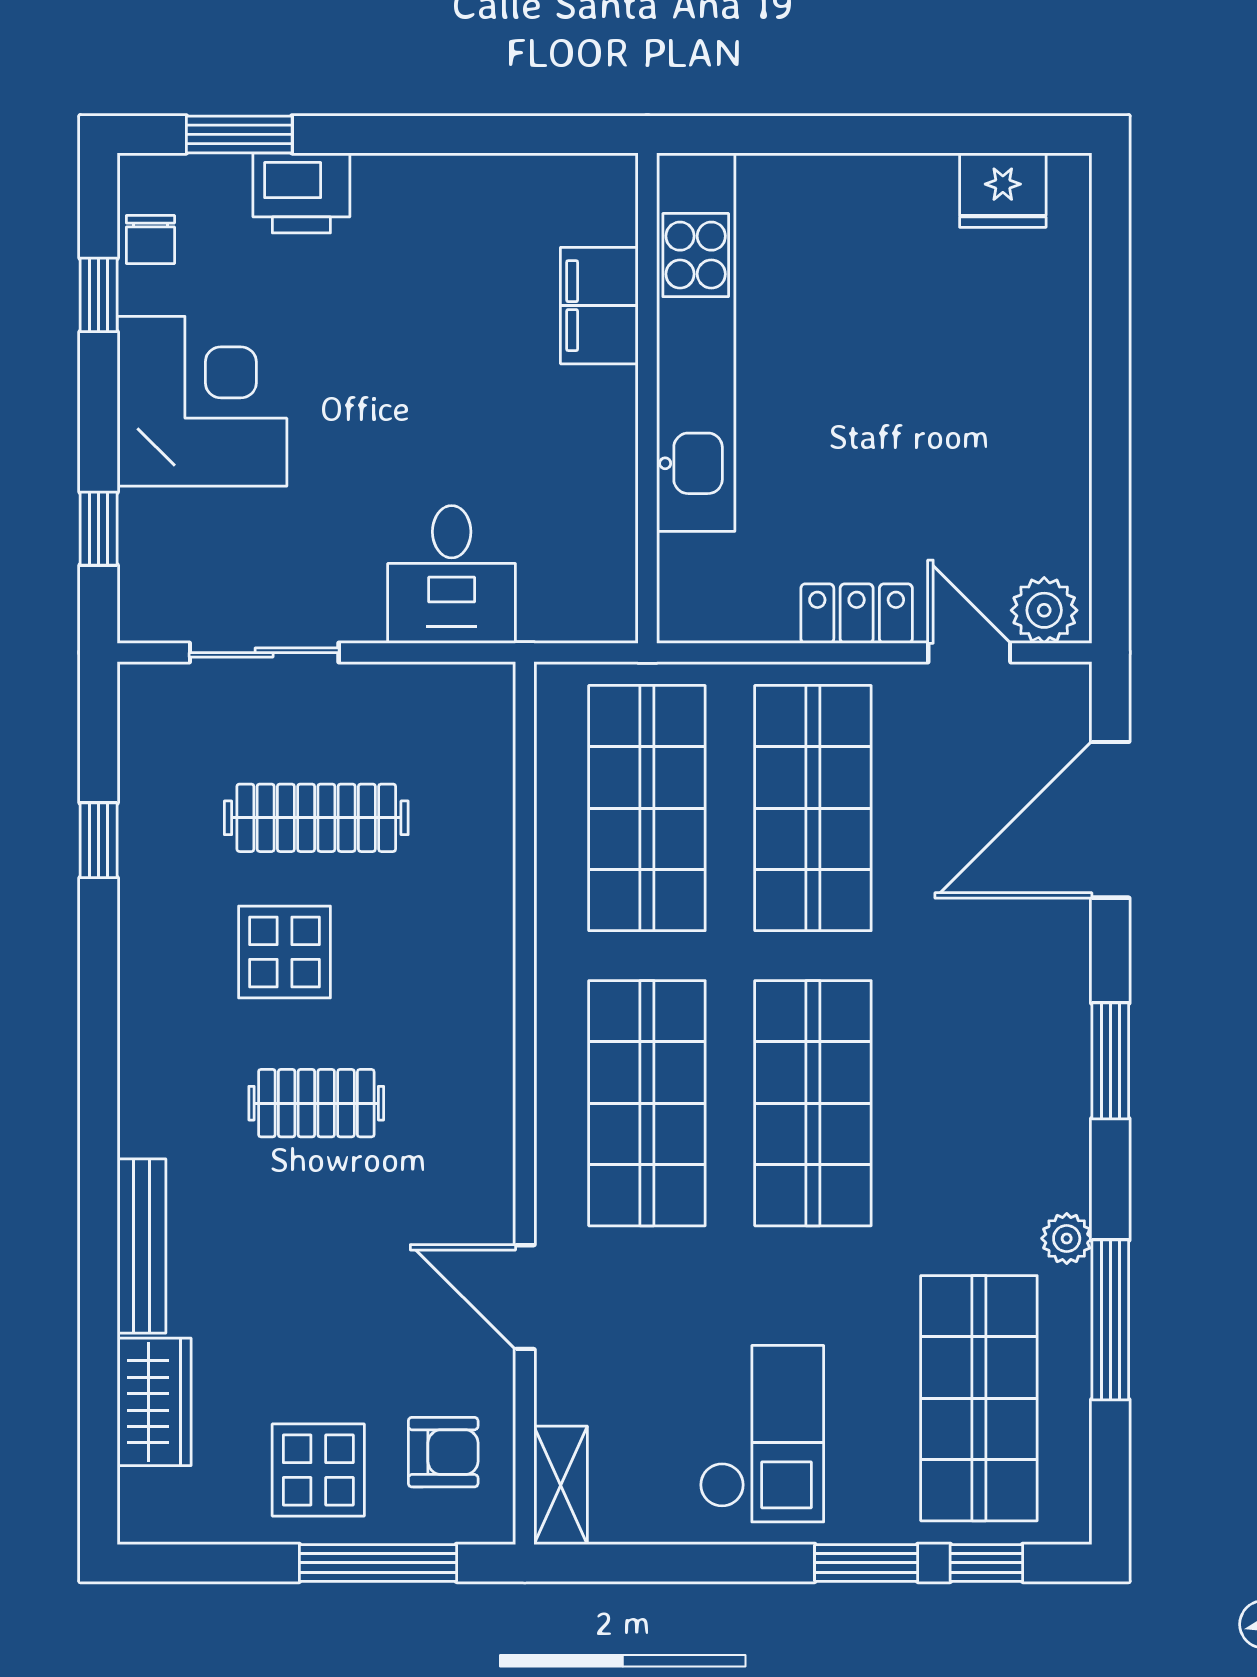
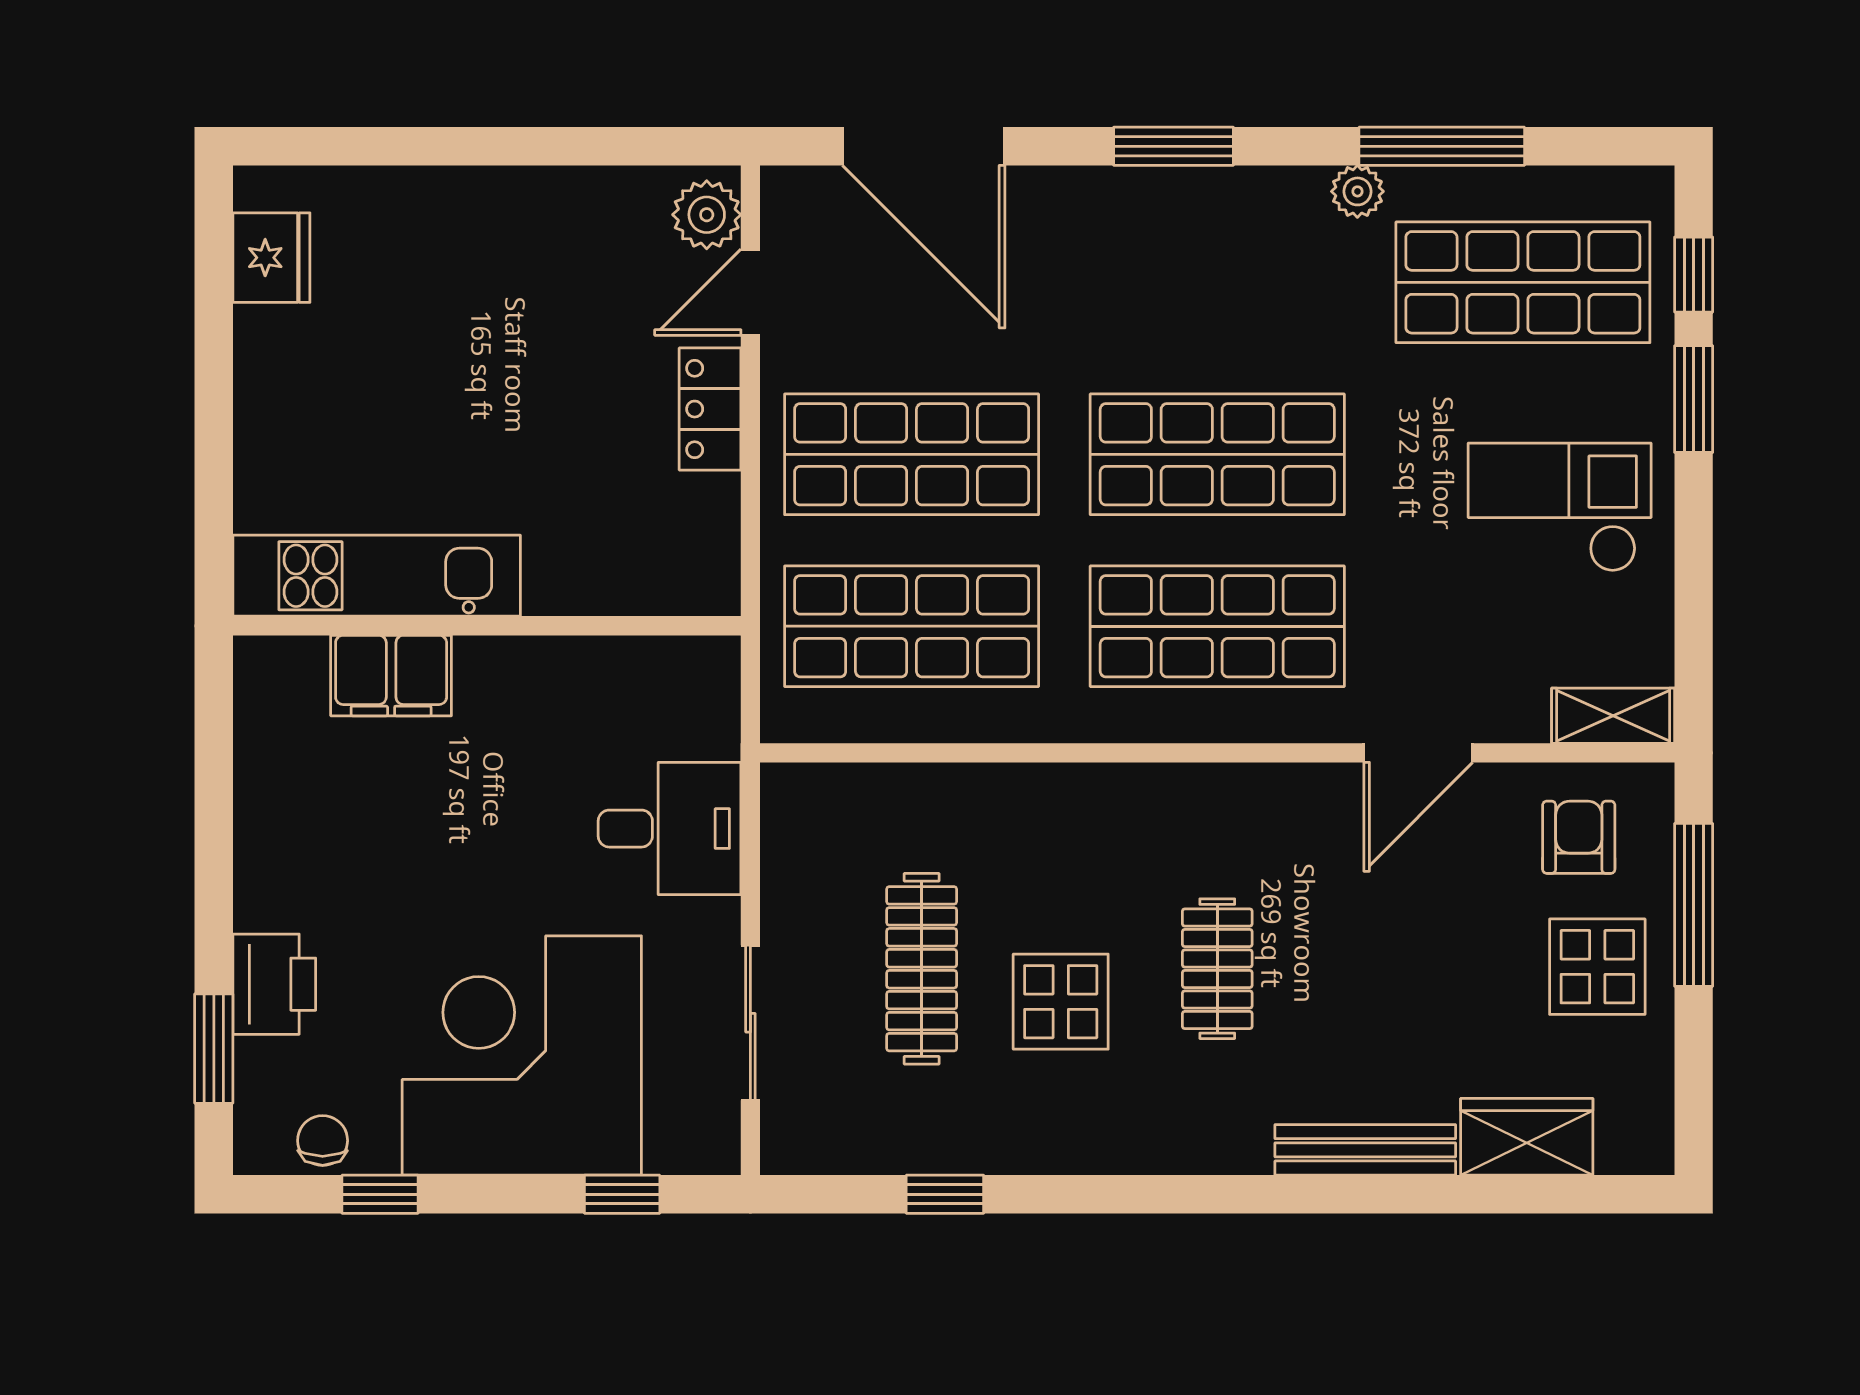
chair: (150, 239) -> (323, 1141), turned -90
kitchen unit: (696, 342) -> (377, 576), width x0.73
corner desk: (202, 401) -> (522, 1055), width x1.36, depth x1.36

